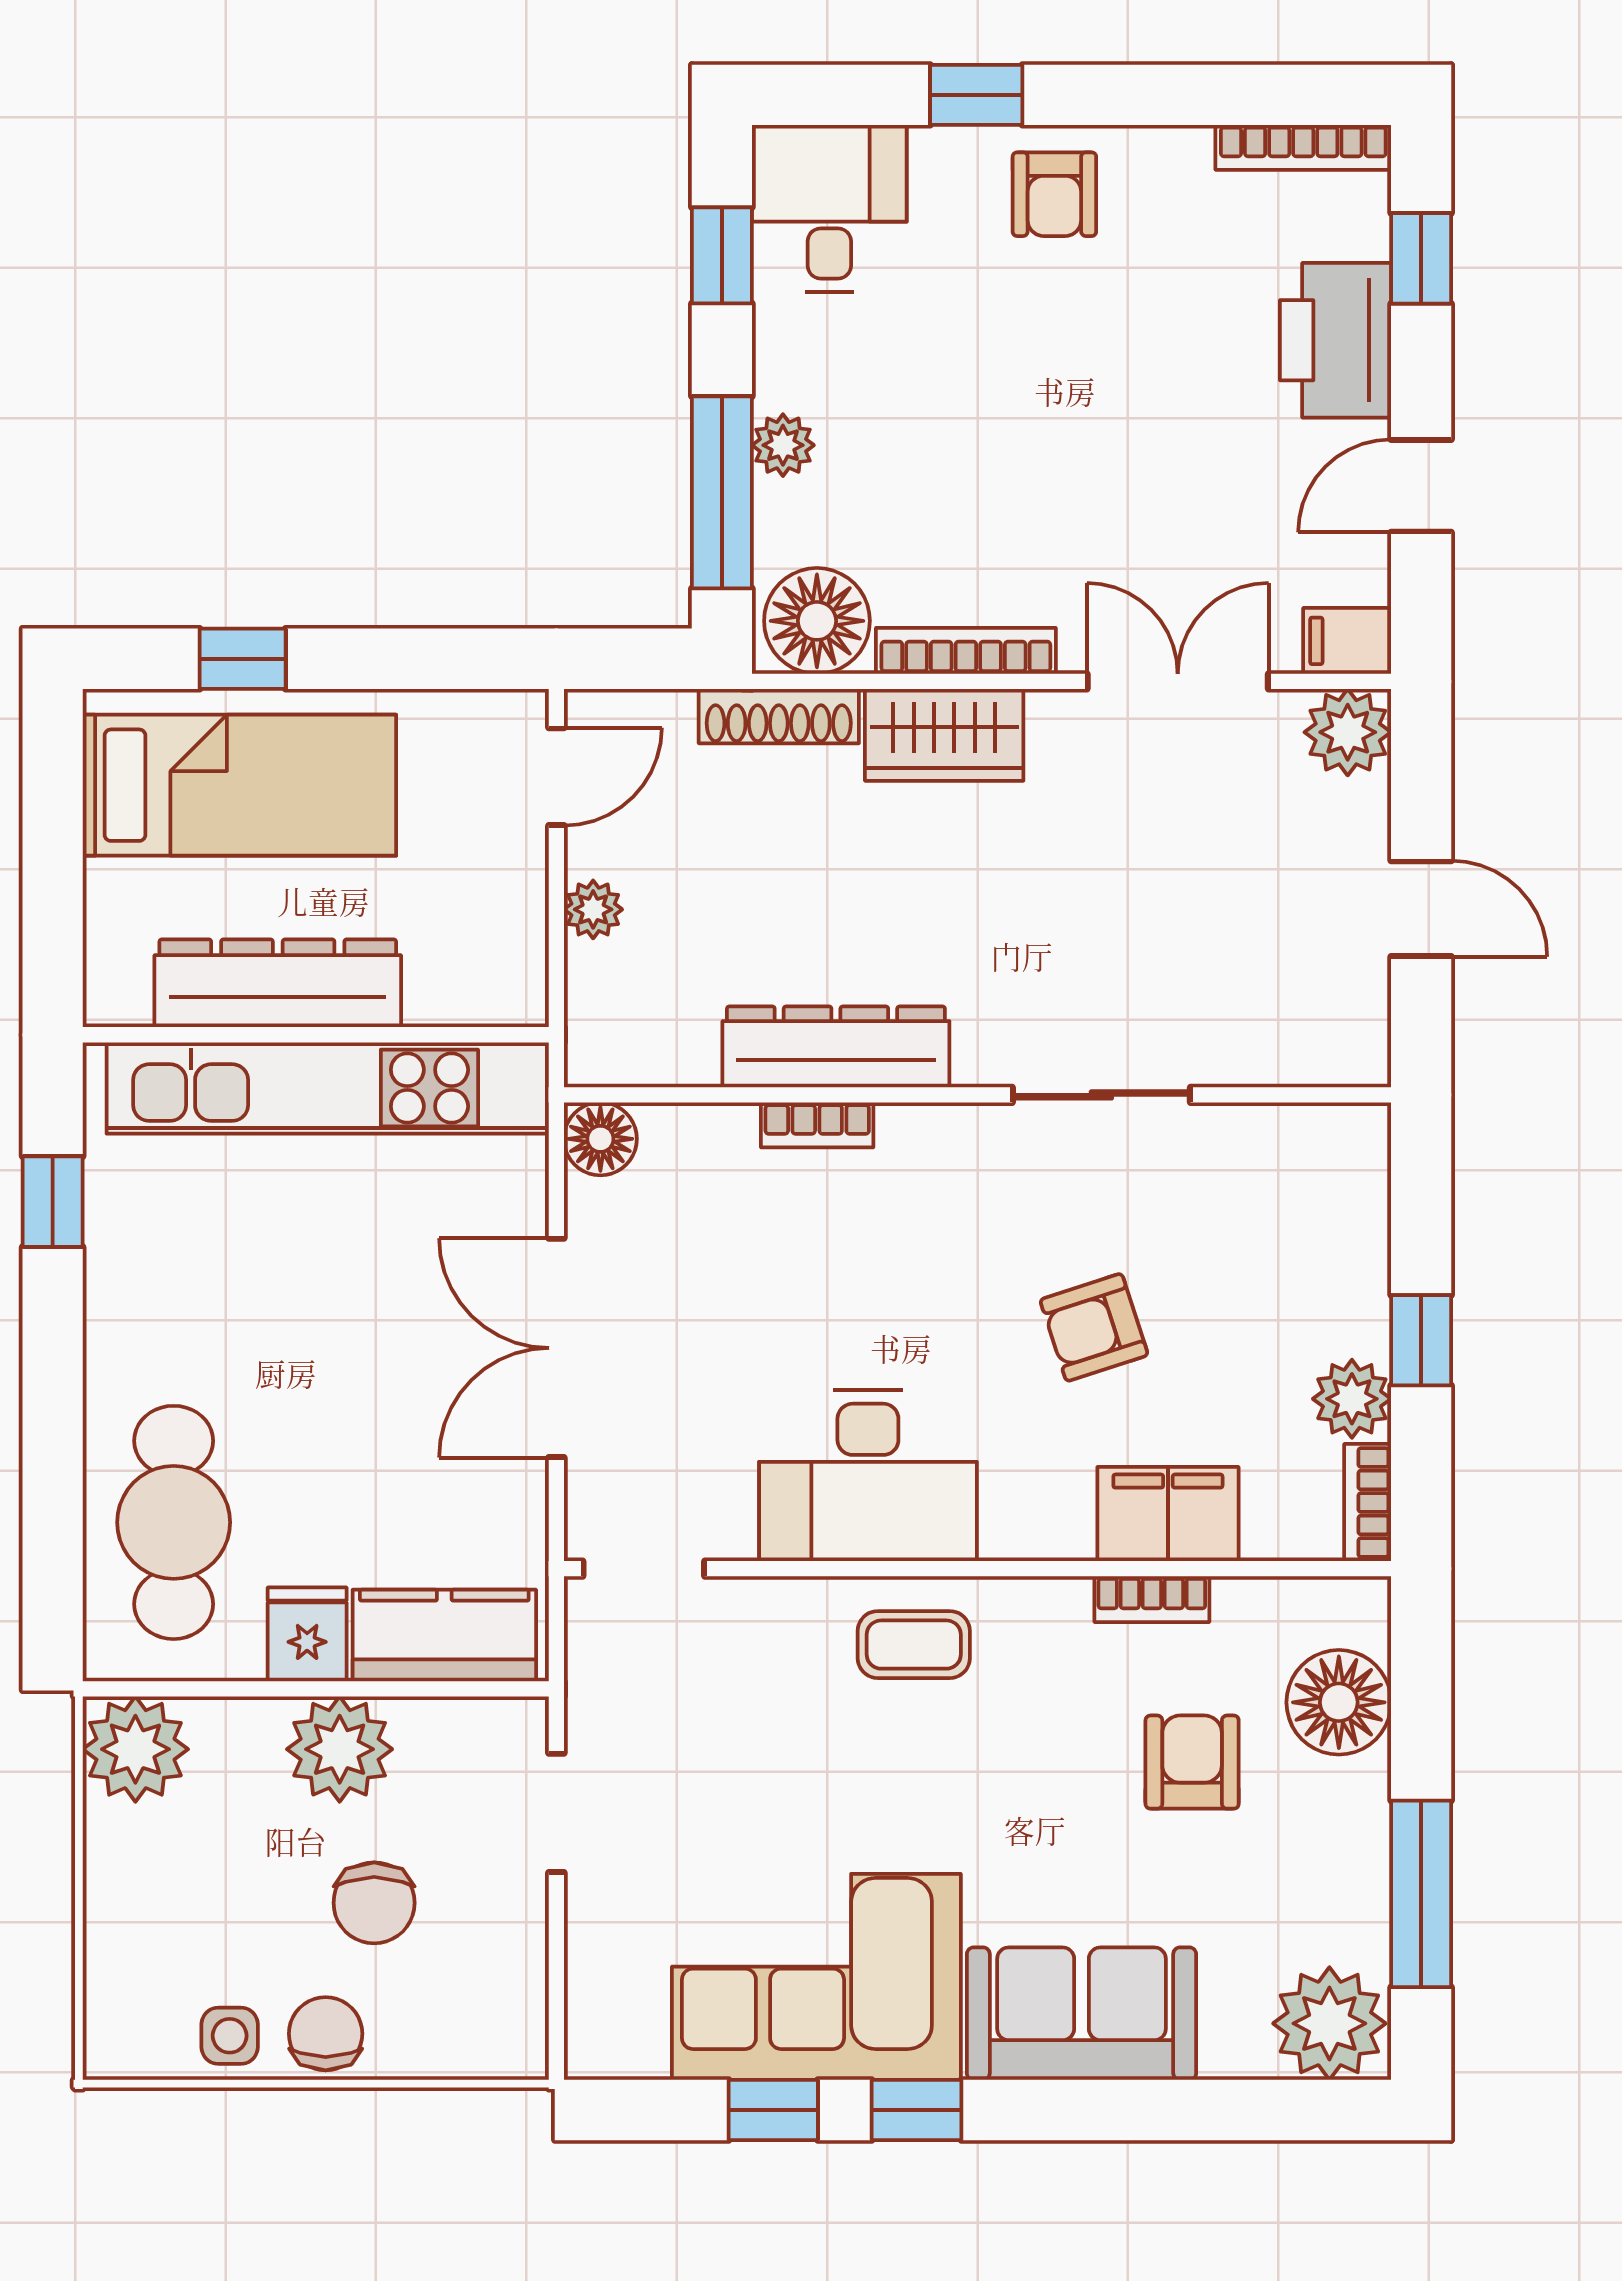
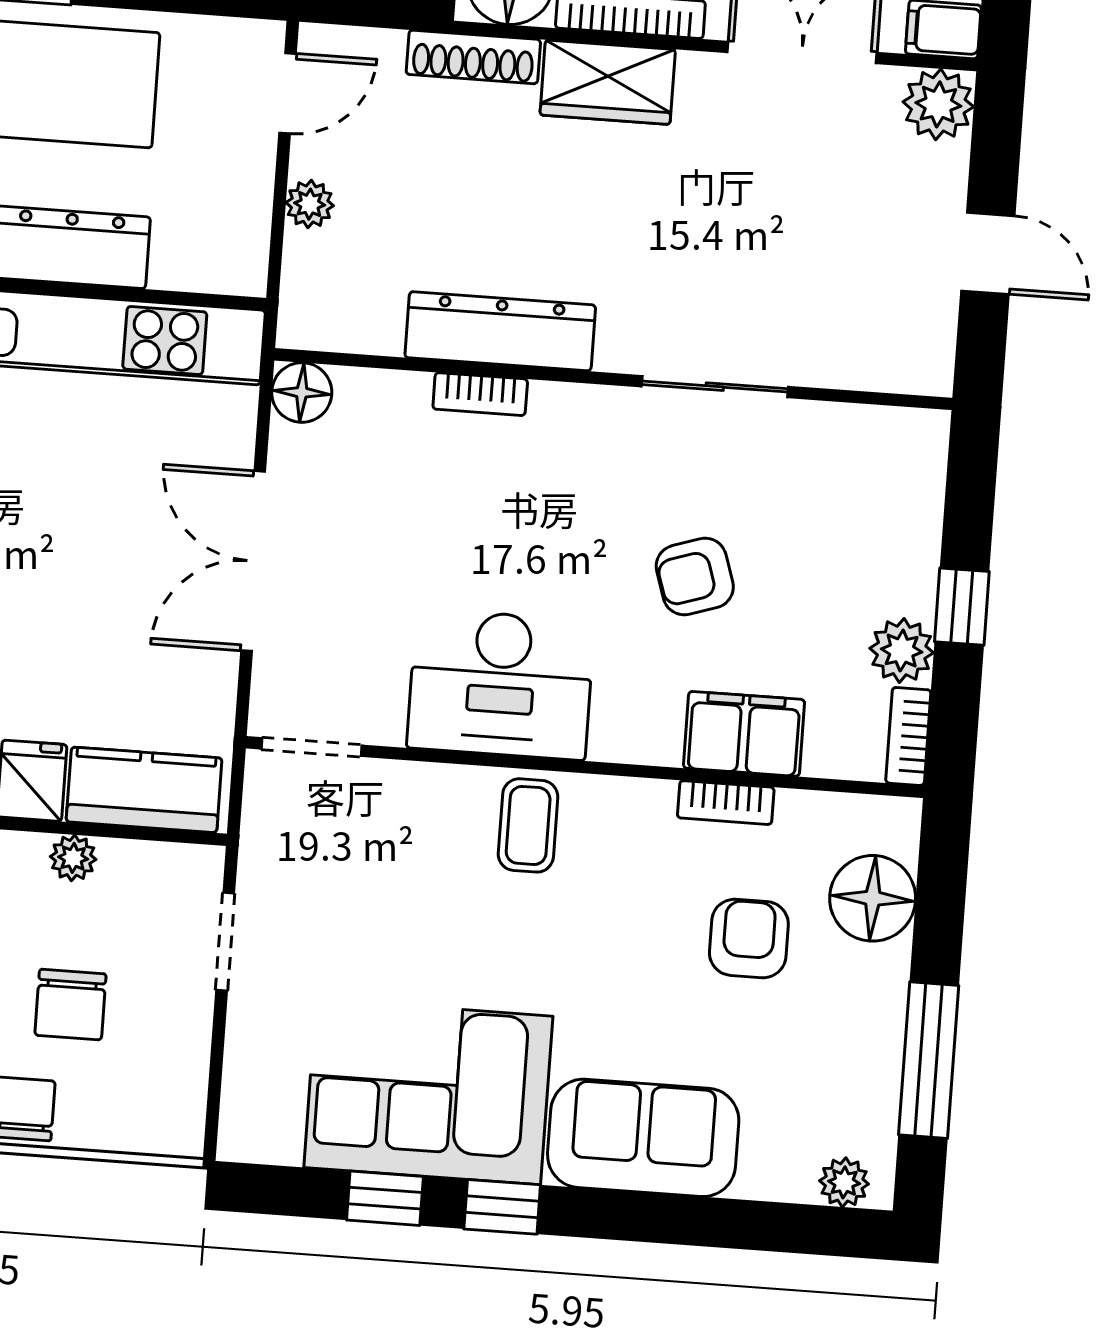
coffee table: (914, 1645) -> (528, 825), turned 90
plant: (340, 1749) -> (73, 858), width x0.53, depth x0.53
plant: (1329, 2023) -> (844, 1182), width x0.53, depth x0.53

